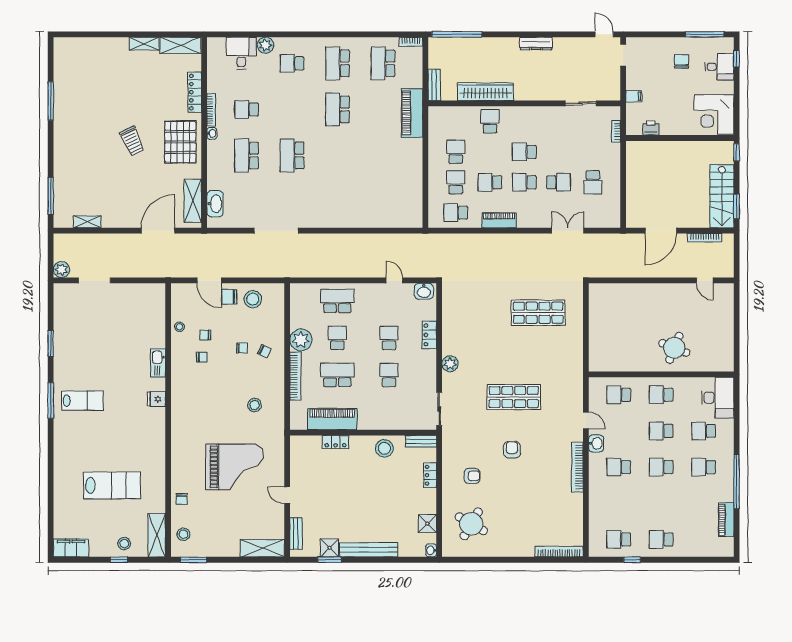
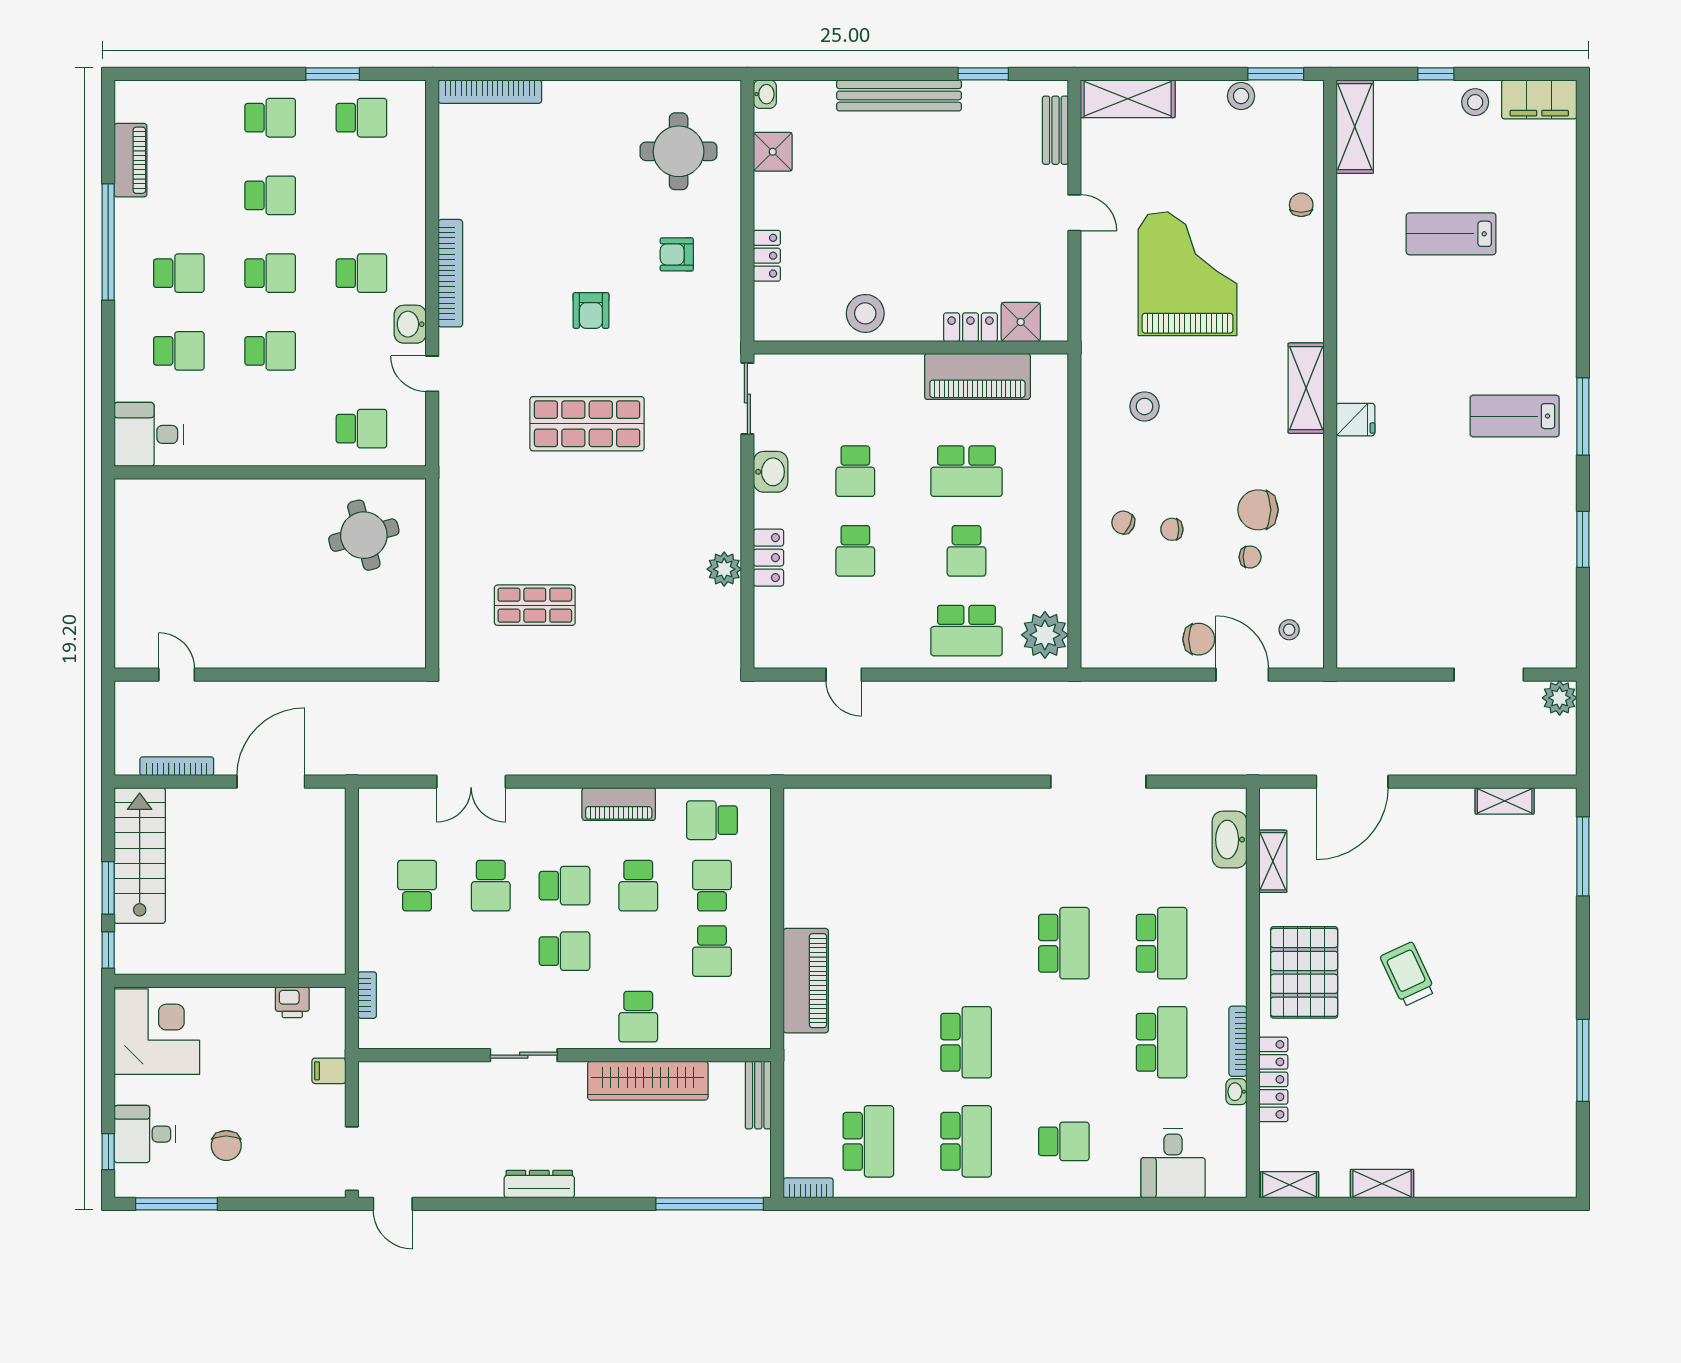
shelving: (180, 45) -> (1290, 1185), width x0.67, depth x0.75
plant: (265, 45) -> (1121, 1180), removed
doorway: (623, 55) -> (352, 1159), width x1.38
sliding door: (581, 103) -> (524, 1055), moved
school desk: (247, 109) -> (1162, 1042), width x1.85
piano: (412, 113) -> (806, 981), moved
washbasin: (212, 133) -> (1236, 1092), moved
school desk: (456, 182) -> (712, 886), turned 180
school desk: (490, 182) -> (638, 886), turned 90
school desk: (559, 182) -> (491, 886), turned -90
shelving: (193, 201) -> (1273, 861), width x0.67, depth x0.75
window: (737, 206) -> (108, 888), moved
school desk: (456, 213) -> (712, 820), turned 180
washbasin: (424, 291) -> (771, 472), moved, turned 90
stool: (253, 299) -> (1148, 634), removed
shop shelf: (538, 313) -> (535, 605), width x0.70, depth x0.74
stool: (180, 327) -> (1289, 630), moved
plant: (301, 340) -> (1045, 635), moved
round table: (674, 348) -> (364, 535), moved, turned -37
chair: (202, 357) -> (1258, 510), width x1.87, depth x1.87
kitchen sink: (158, 363) -> (1352, 497), removed
plant: (450, 364) -> (724, 569), moved
bookcase: (295, 376) -> (1057, 469), removed
school desk: (661, 395) -> (270, 195), moved
desk: (718, 398) -> (149, 434), width x0.73
shelving: (179, 414) -> (1306, 388), added
bench: (421, 441) -> (787, 329), removed
grand piano: (235, 467) -> (1187, 274), turned 90
lab bench: (112, 485) -> (1451, 234), width x0.73, depth x0.72
round table: (471, 524) -> (679, 151), turned -30
stool: (183, 534) -> (1241, 96), moved
stool: (124, 544) -> (1475, 102), moved
shower: (329, 548) -> (1021, 322), moved
window: (632, 560) -> (333, 74), width x1.50

